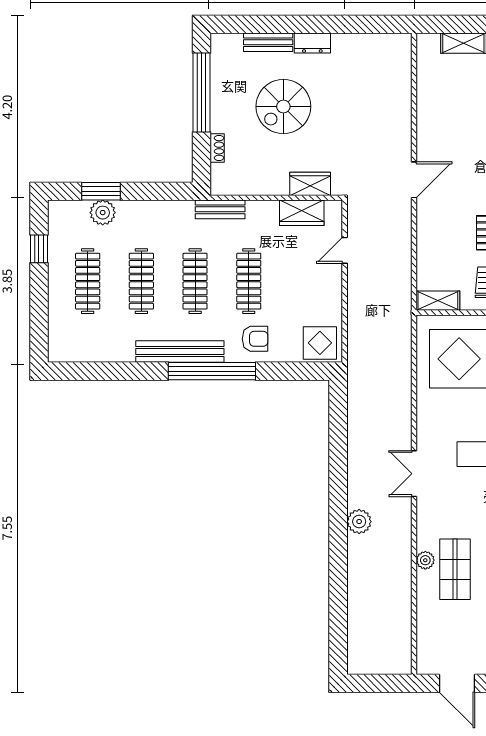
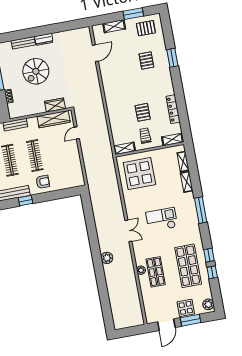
door: (414, 180) -> (95, 53), moved
wardrobe: (302, 213) -> (54, 119), width x1.50
display table: (320, 343) -> (73, 178), removed
window: (212, 371) -> (25, 201), width x0.32
double door: (414, 474) -> (128, 231), swing flipped
door: (457, 683) -> (166, 325), hinge flipped

